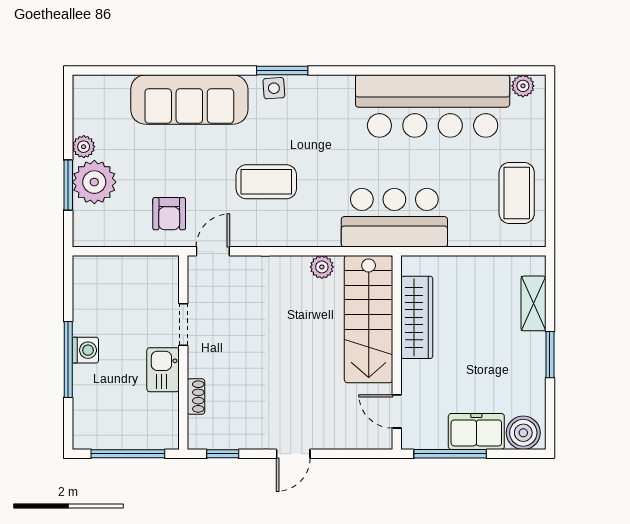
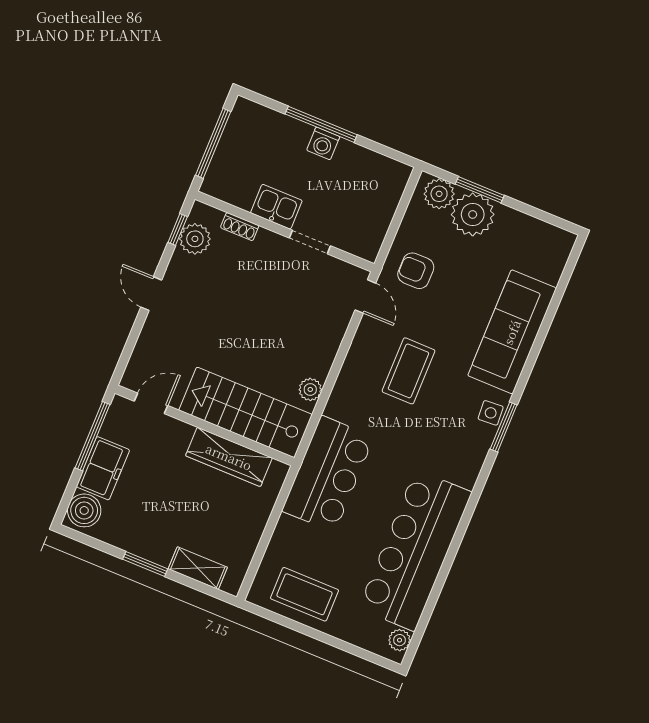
plant: (84, 147) -> (439, 194), moved, width x1.38, depth x1.38
plant: (225, 434) -> (195, 239), added

